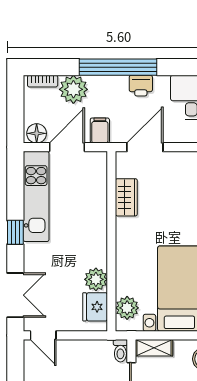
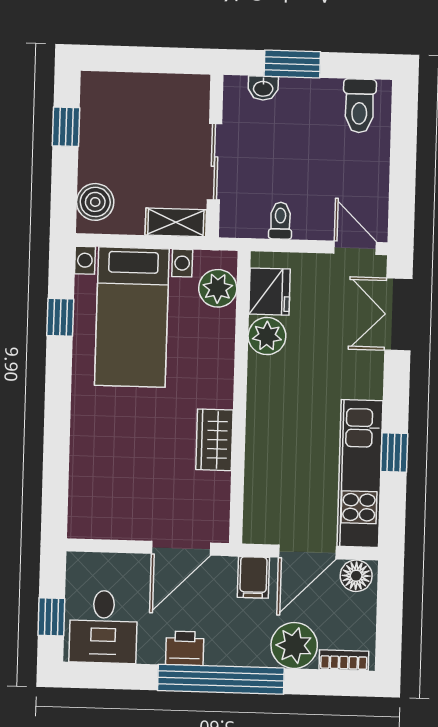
wardrobe: (126, 197) -> (214, 440), moved
window: (15, 232) -> (394, 453), moved
toilet: (120, 351) -> (280, 221), moved

